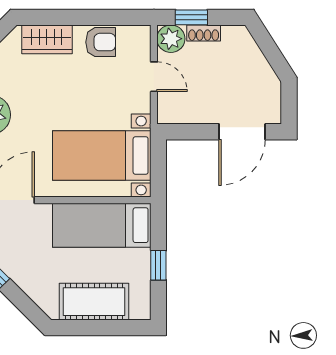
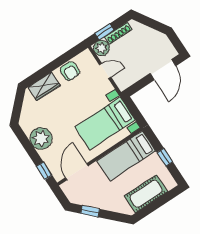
shoe rack: (204, 33) -> (118, 33), width x1.43
armchair: (101, 42) -> (70, 71), turned 90

